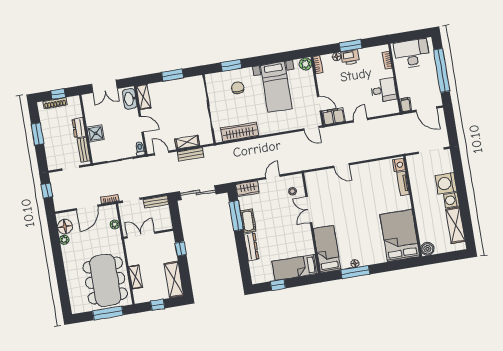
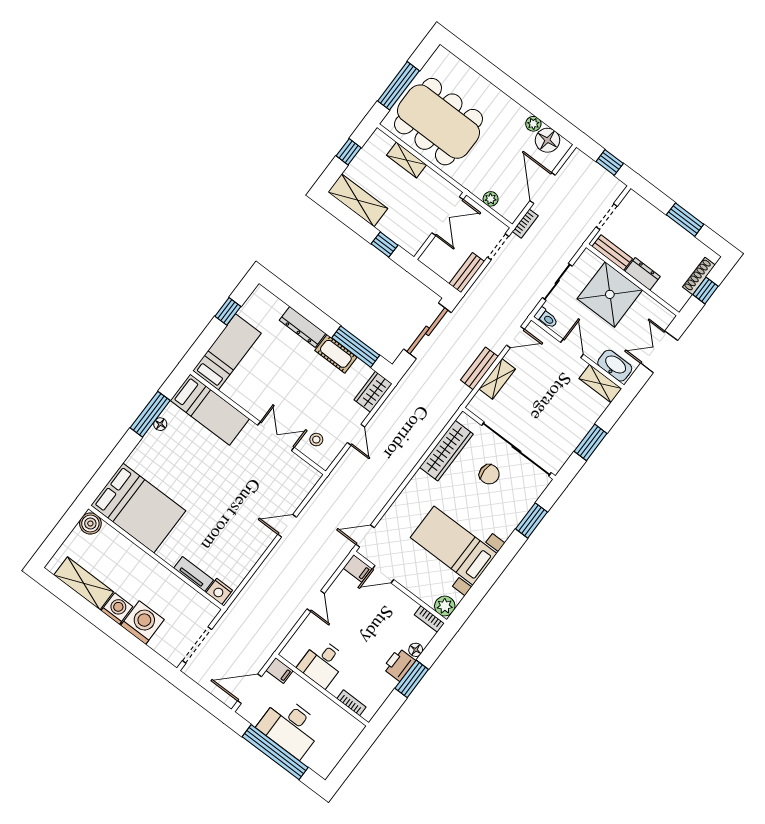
desk: (412, 54) -> (290, 727), moved, turned 90
chair: (238, 88) -> (489, 474), moved
filing cabinet: (333, 116) -> (358, 568), width x0.50
door: (141, 124) -> (572, 348), swing flipped
shower: (96, 133) -> (610, 294), width x1.86, depth x1.86

